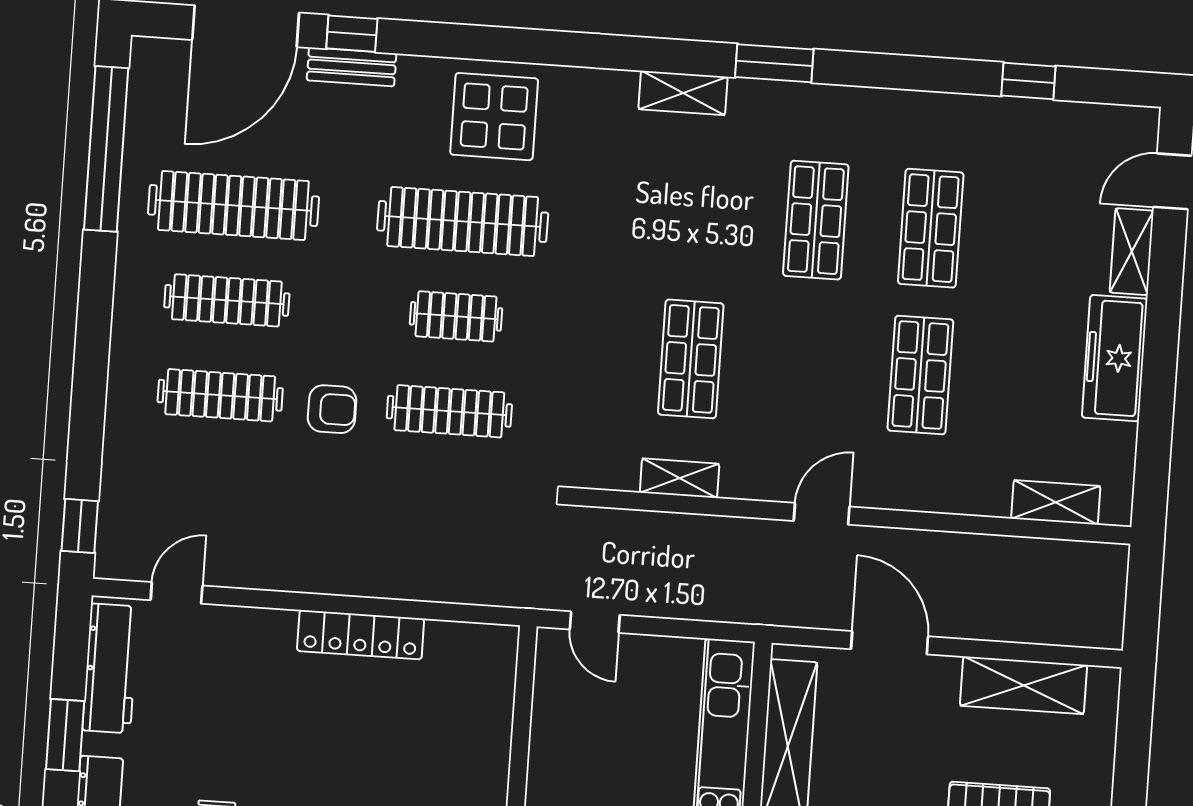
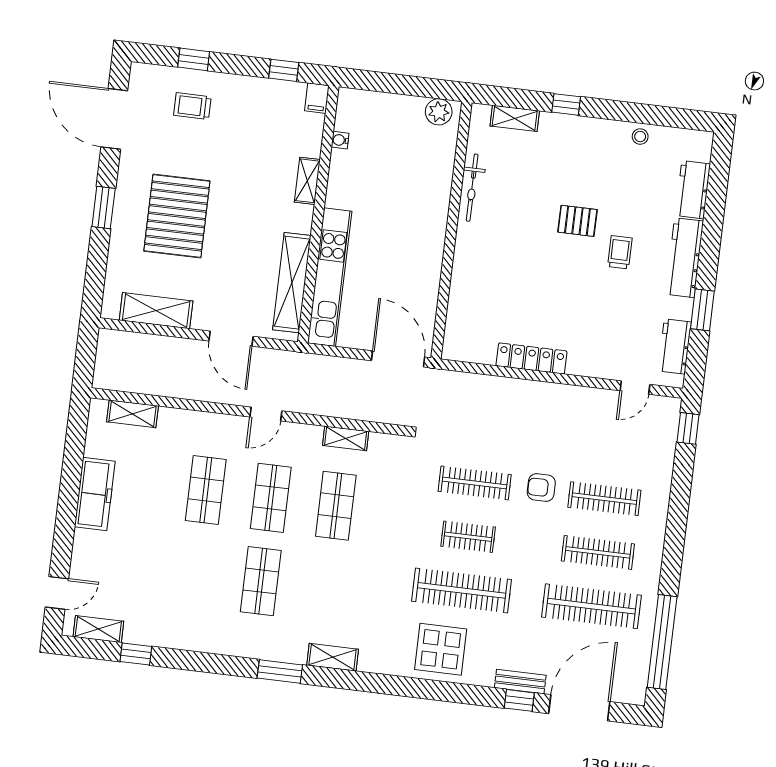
shop shelf: (931, 228) -> (271, 498), moved
shelving: (1132, 252) -> (98, 629), moved, turned 90
door: (595, 622) -> (398, 359), width x1.88
workbench: (110, 668) -> (675, 347), width x0.73

